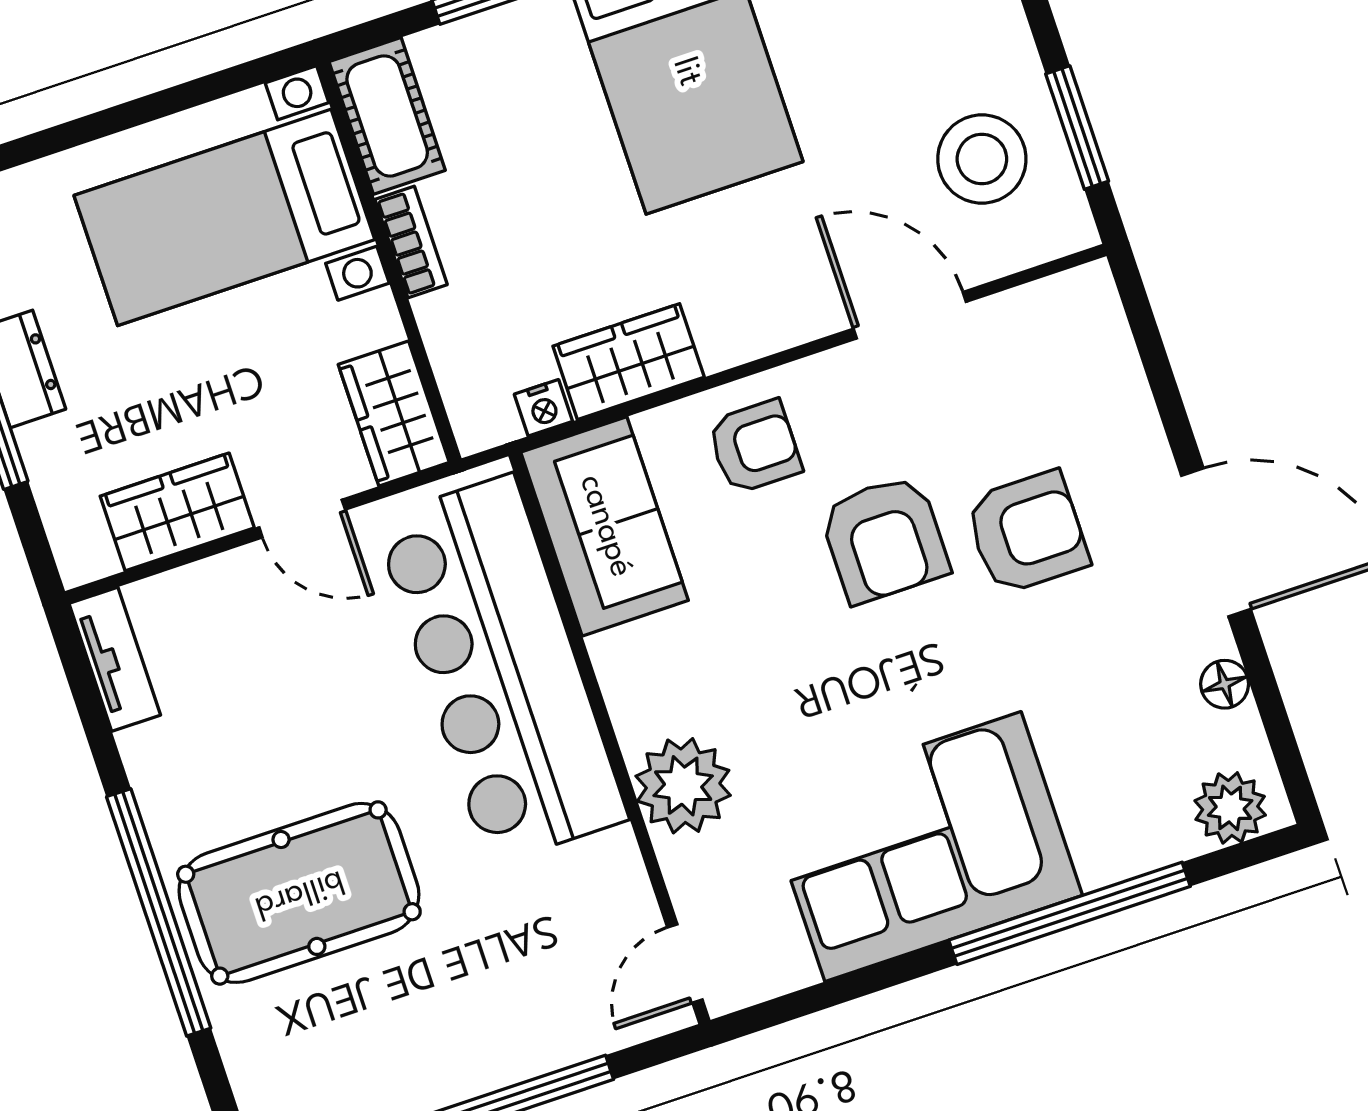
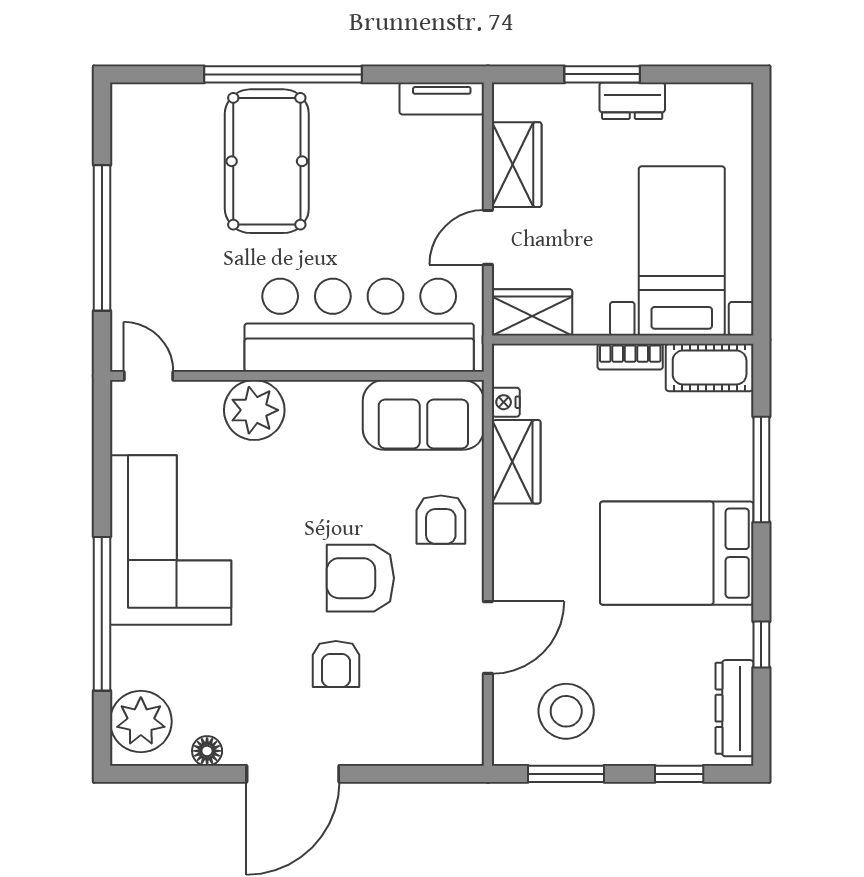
armchair: (1027, 533) -> (336, 664), width x0.72, depth x0.72
plant: (1230, 808) -> (141, 721), width x1.36, depth x1.36

